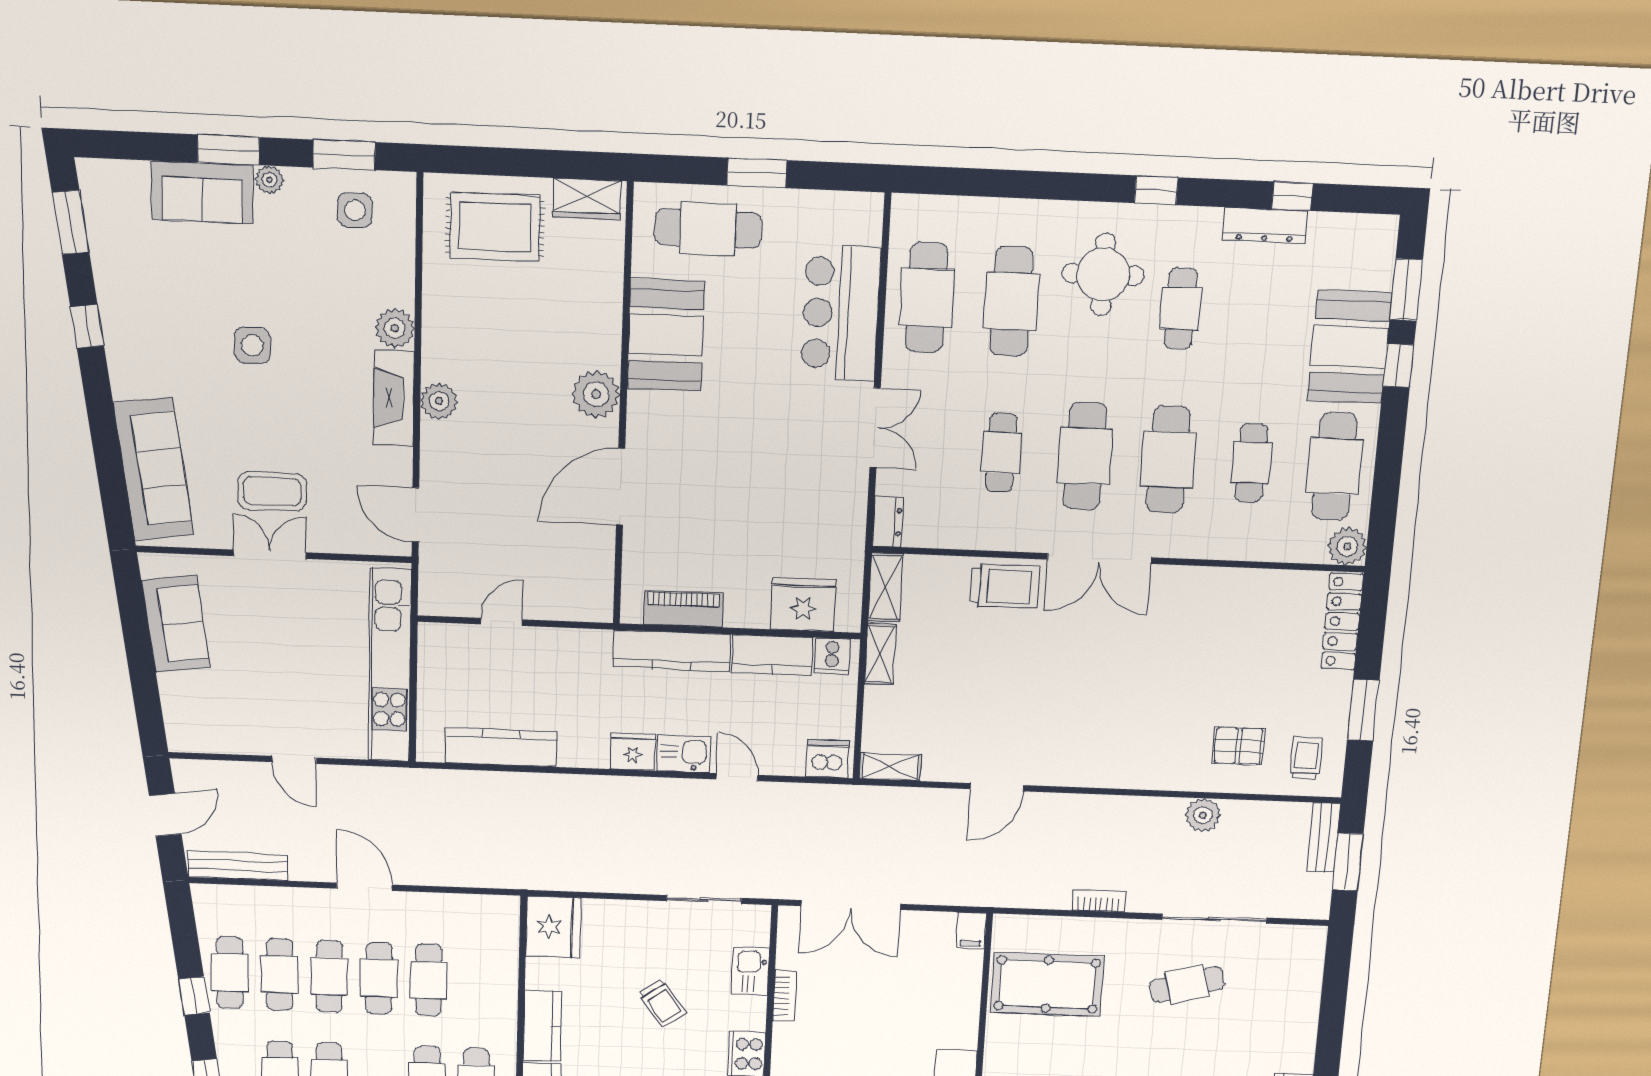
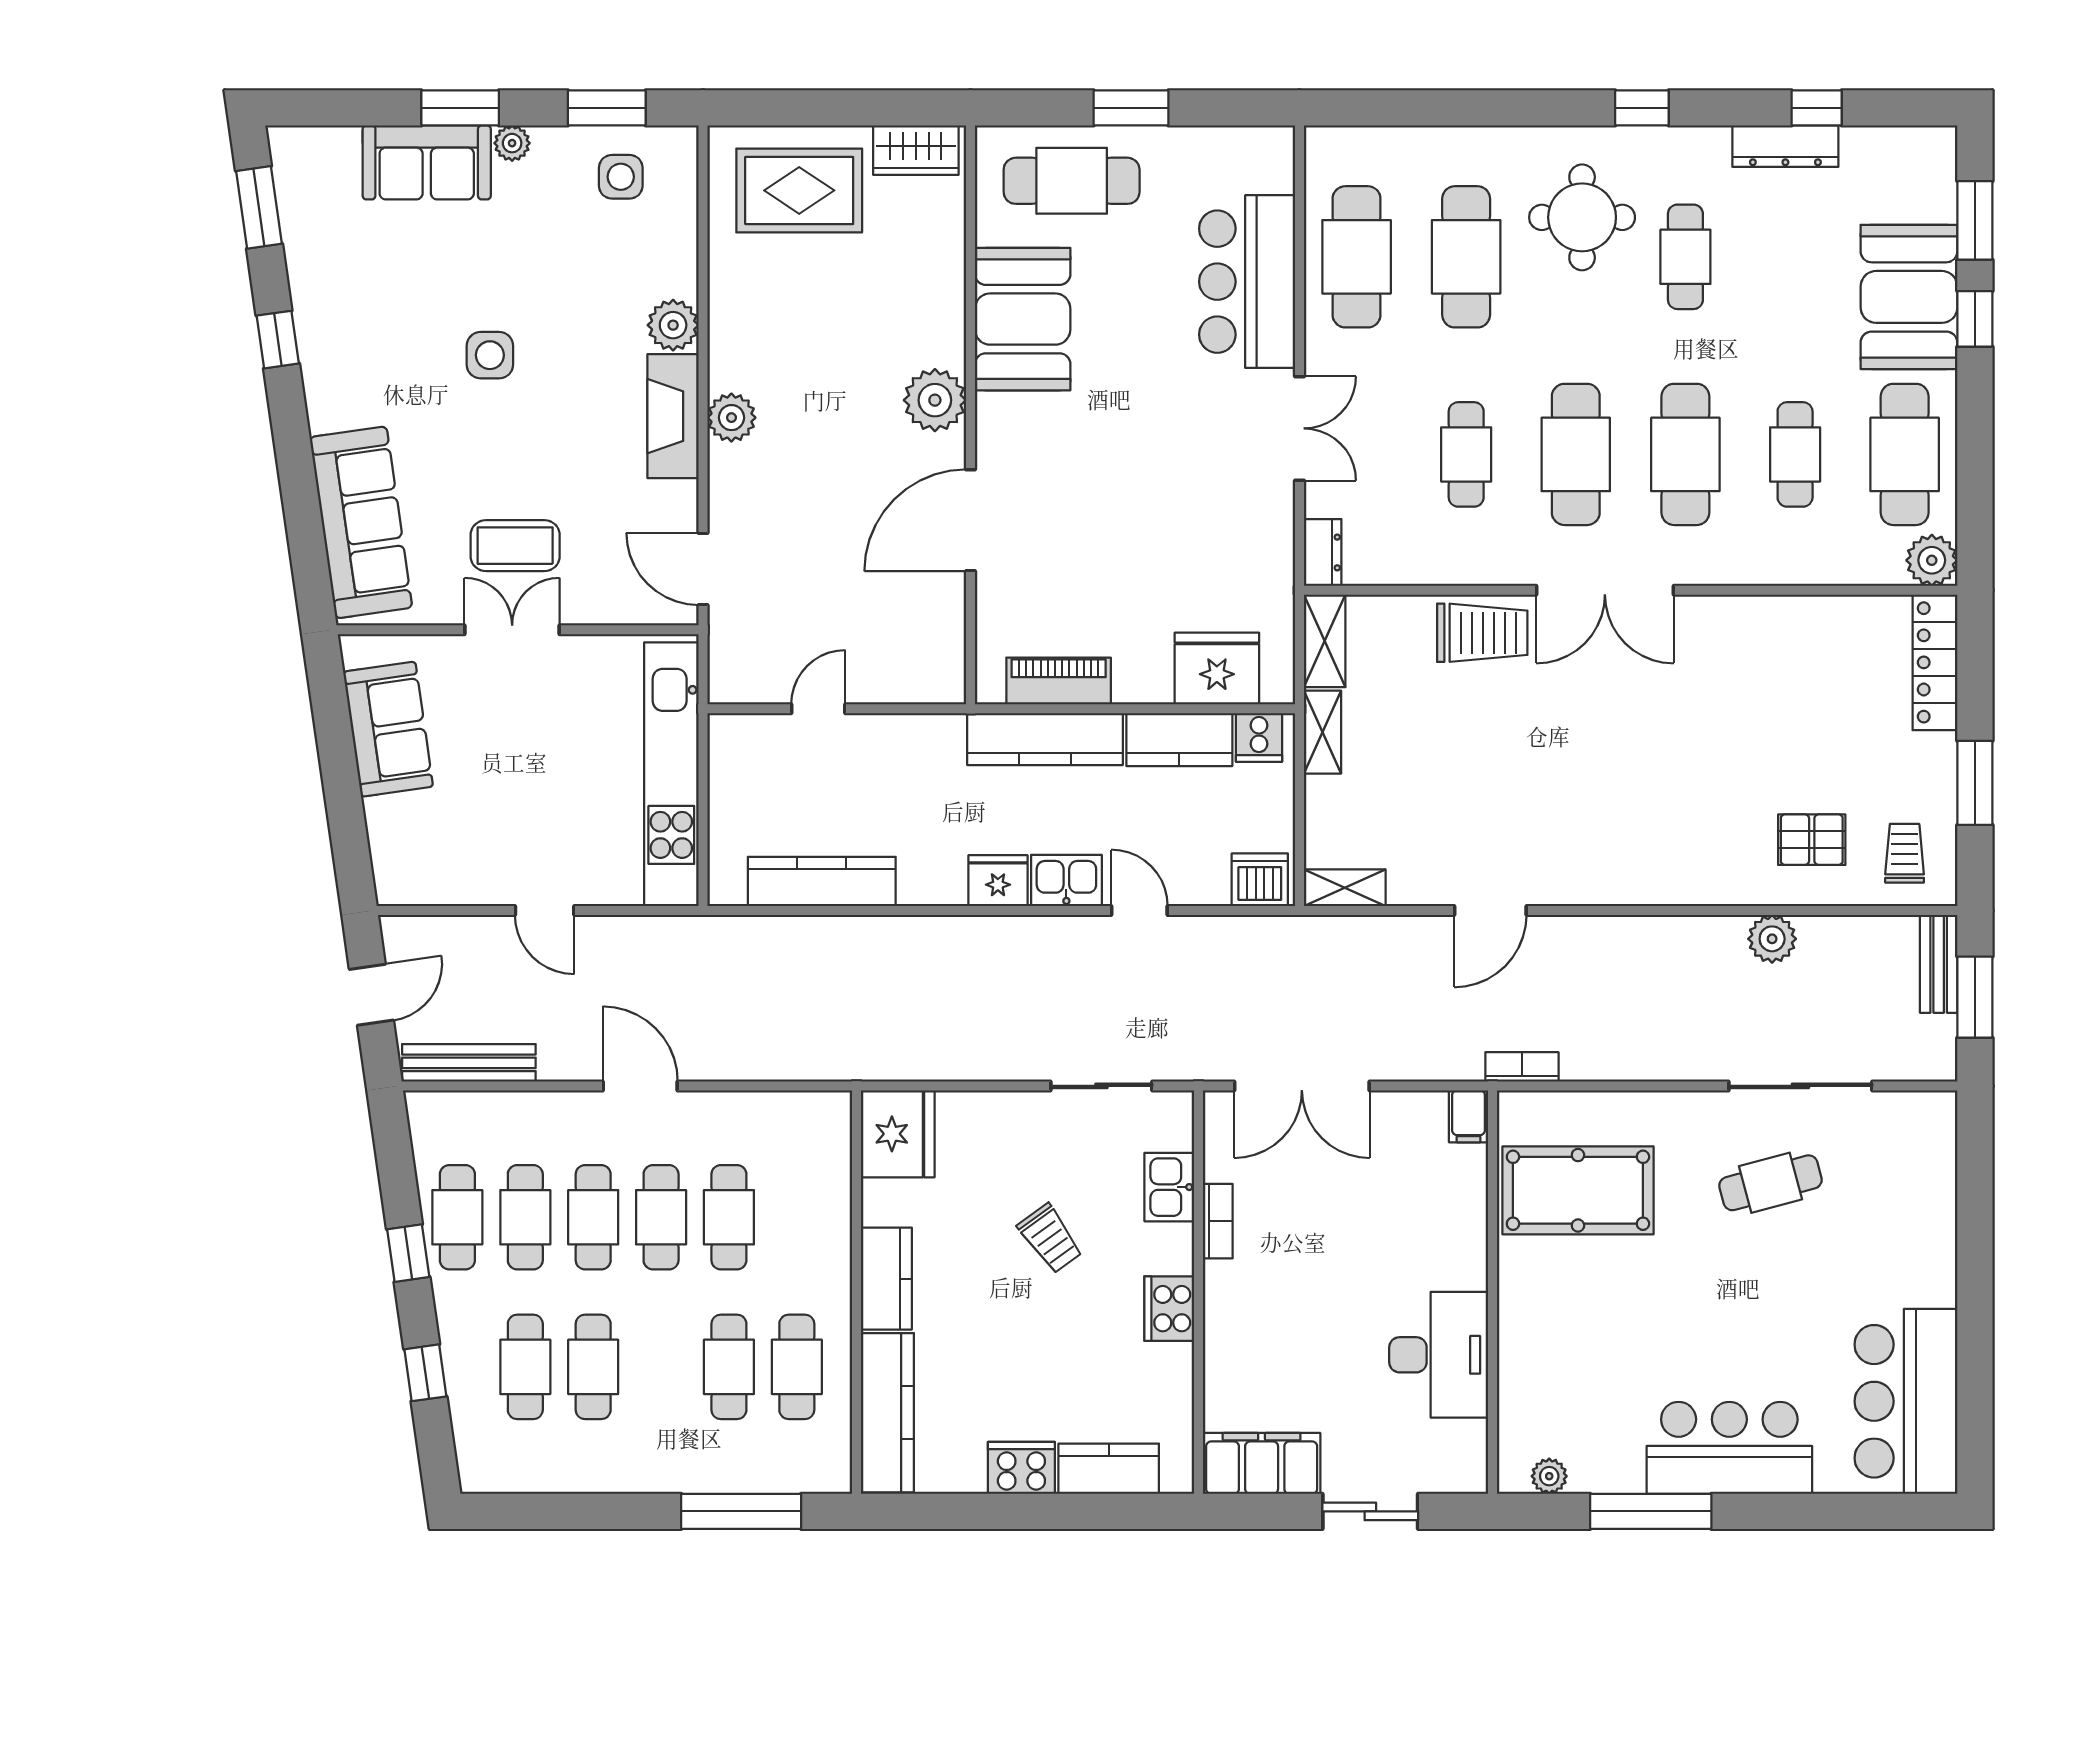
bookcase: (1099, 901) -> (1522, 1067), moved

